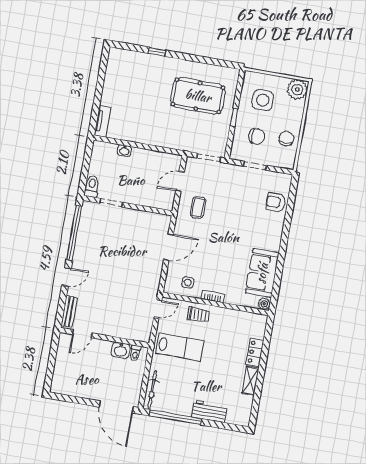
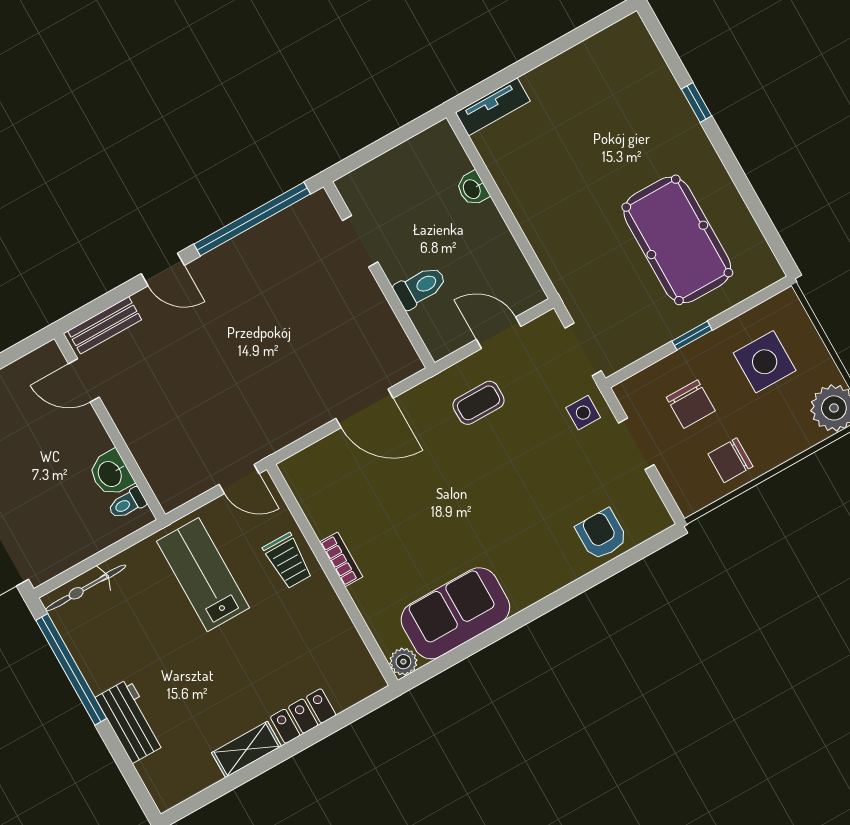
chair: (286, 139) -> (730, 460), turned 180
toilet: (92, 186) -> (420, 287), moved
side table: (188, 282) -> (583, 413), moved
lab bench: (180, 347) -> (203, 575), turned 180

